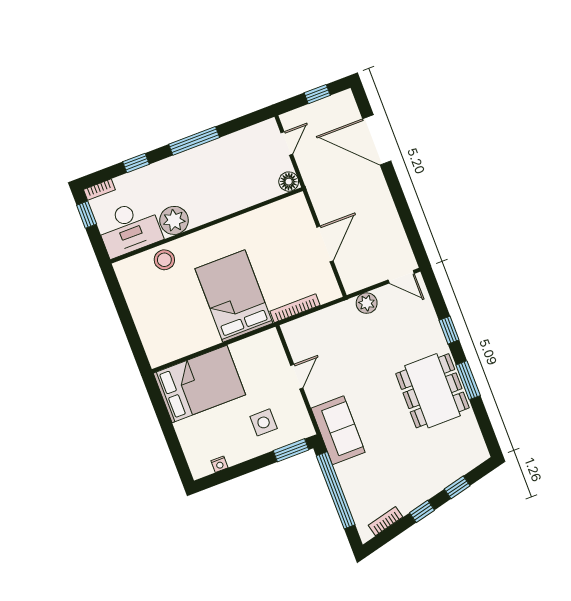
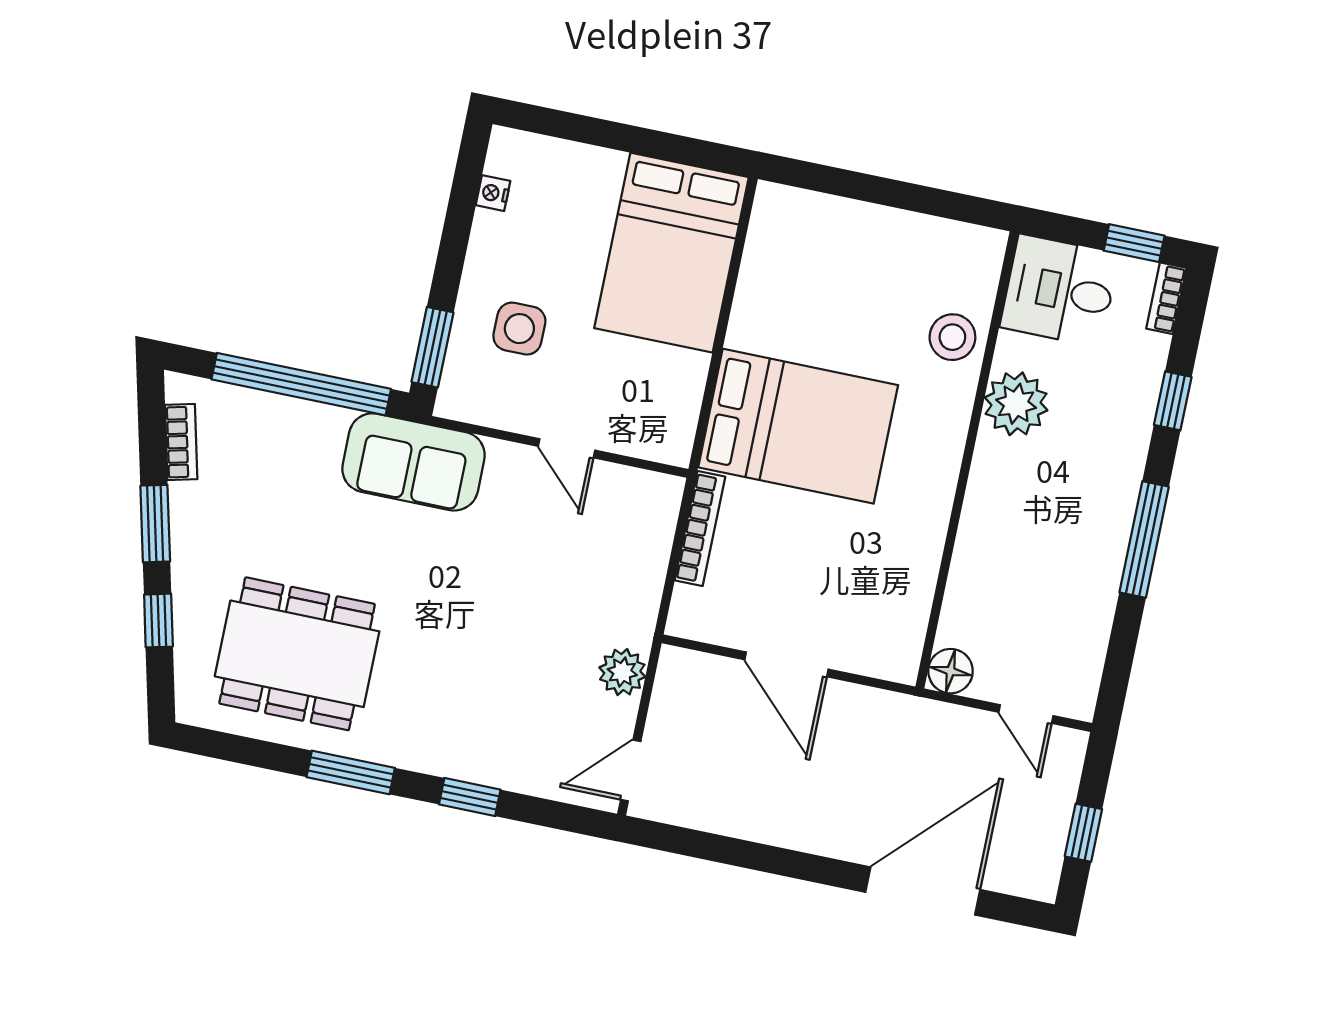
desk: (129, 228) -> (1060, 291), width x0.73
dining table: (432, 391) -> (297, 654), moved
window: (422, 511) -> (155, 524), width x1.50

